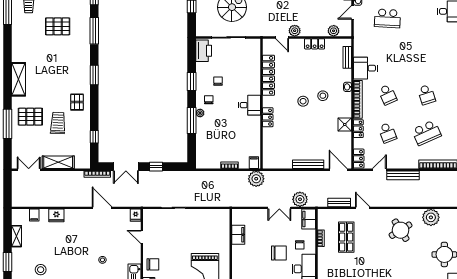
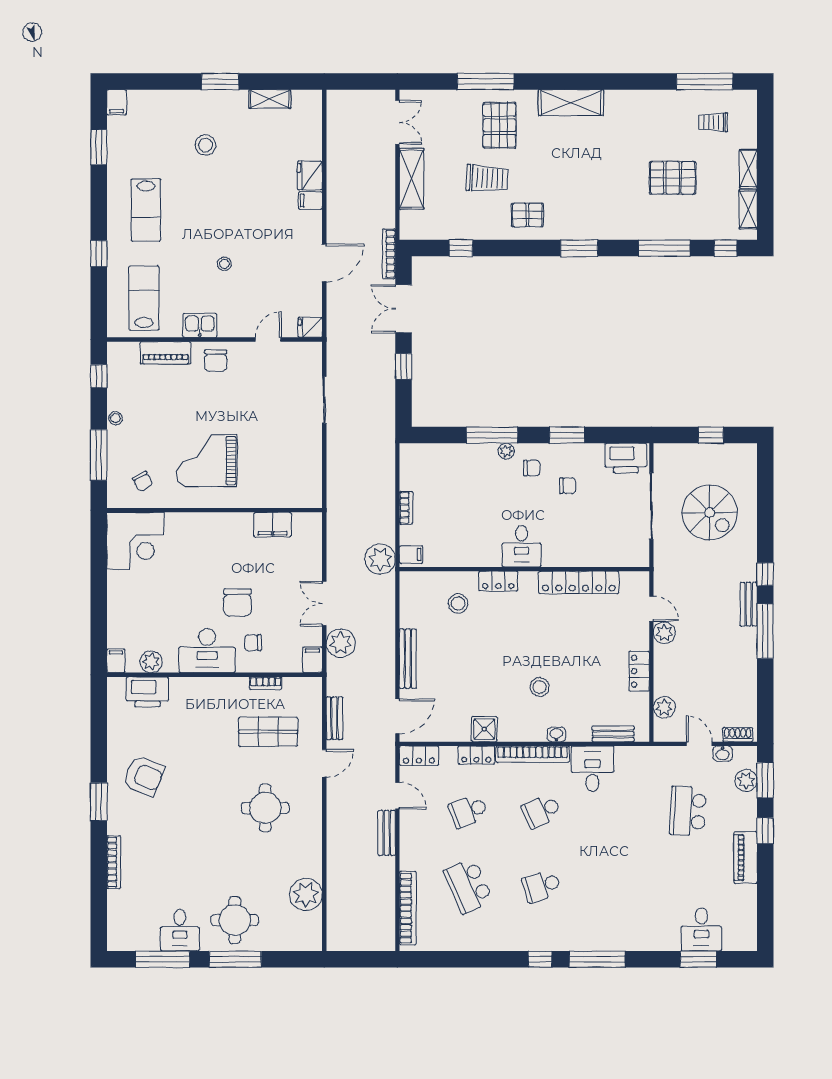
pallet: (58, 26) -> (673, 178), turned 90
door: (282, 37) -> (651, 609), swing flipped
stool: (303, 101) -> (458, 604), moved
bench: (403, 175) -> (387, 833), width x0.73
filing cabinet: (34, 215) -> (310, 200), moved
filing cabinet: (309, 219) -> (313, 660), width x0.50
round table: (401, 230) -> (265, 808), moved, turned 32

